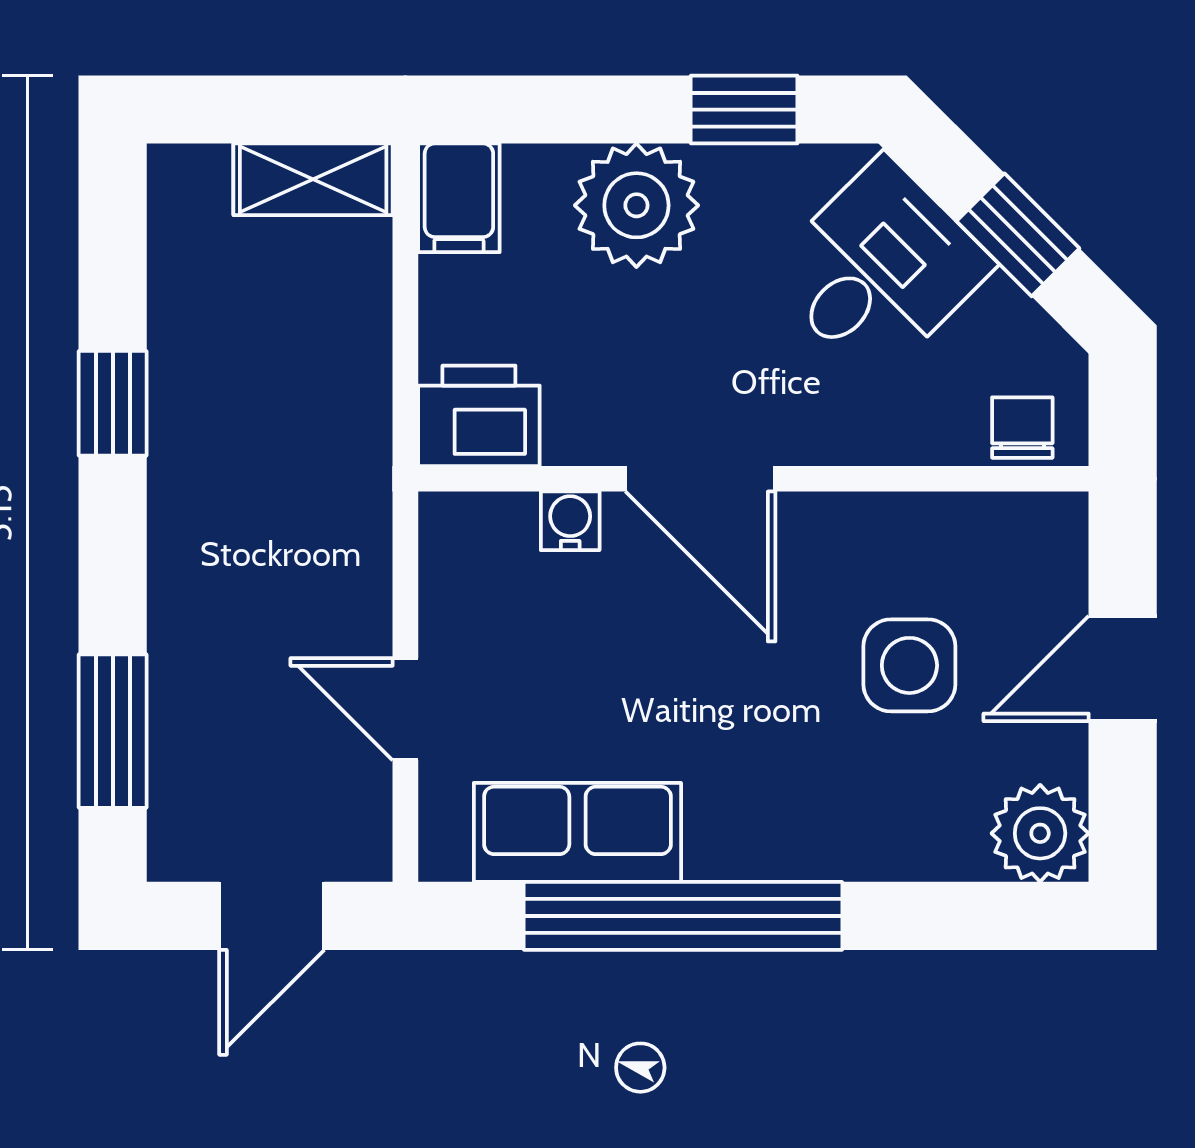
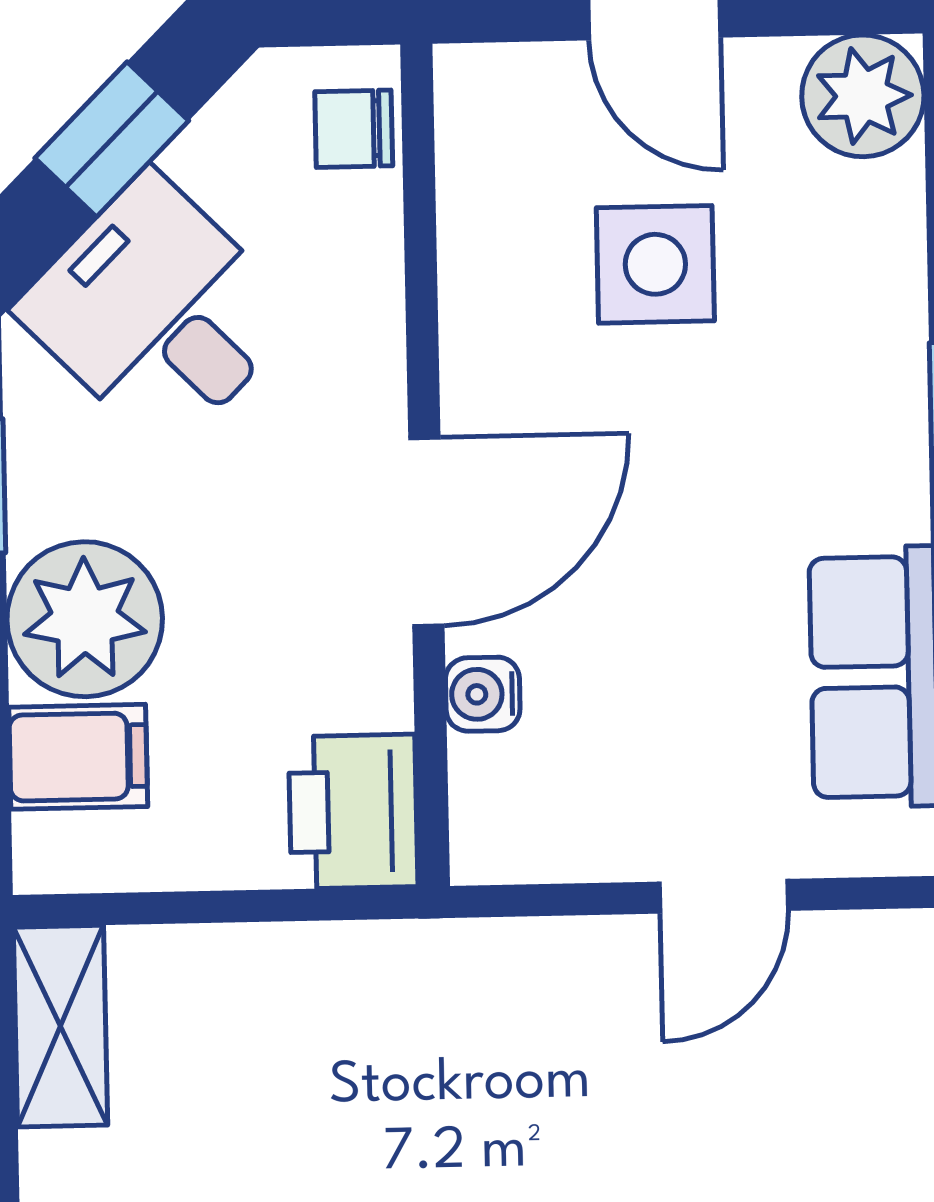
filing cabinet: (459, 198) -> (78, 757), moved

